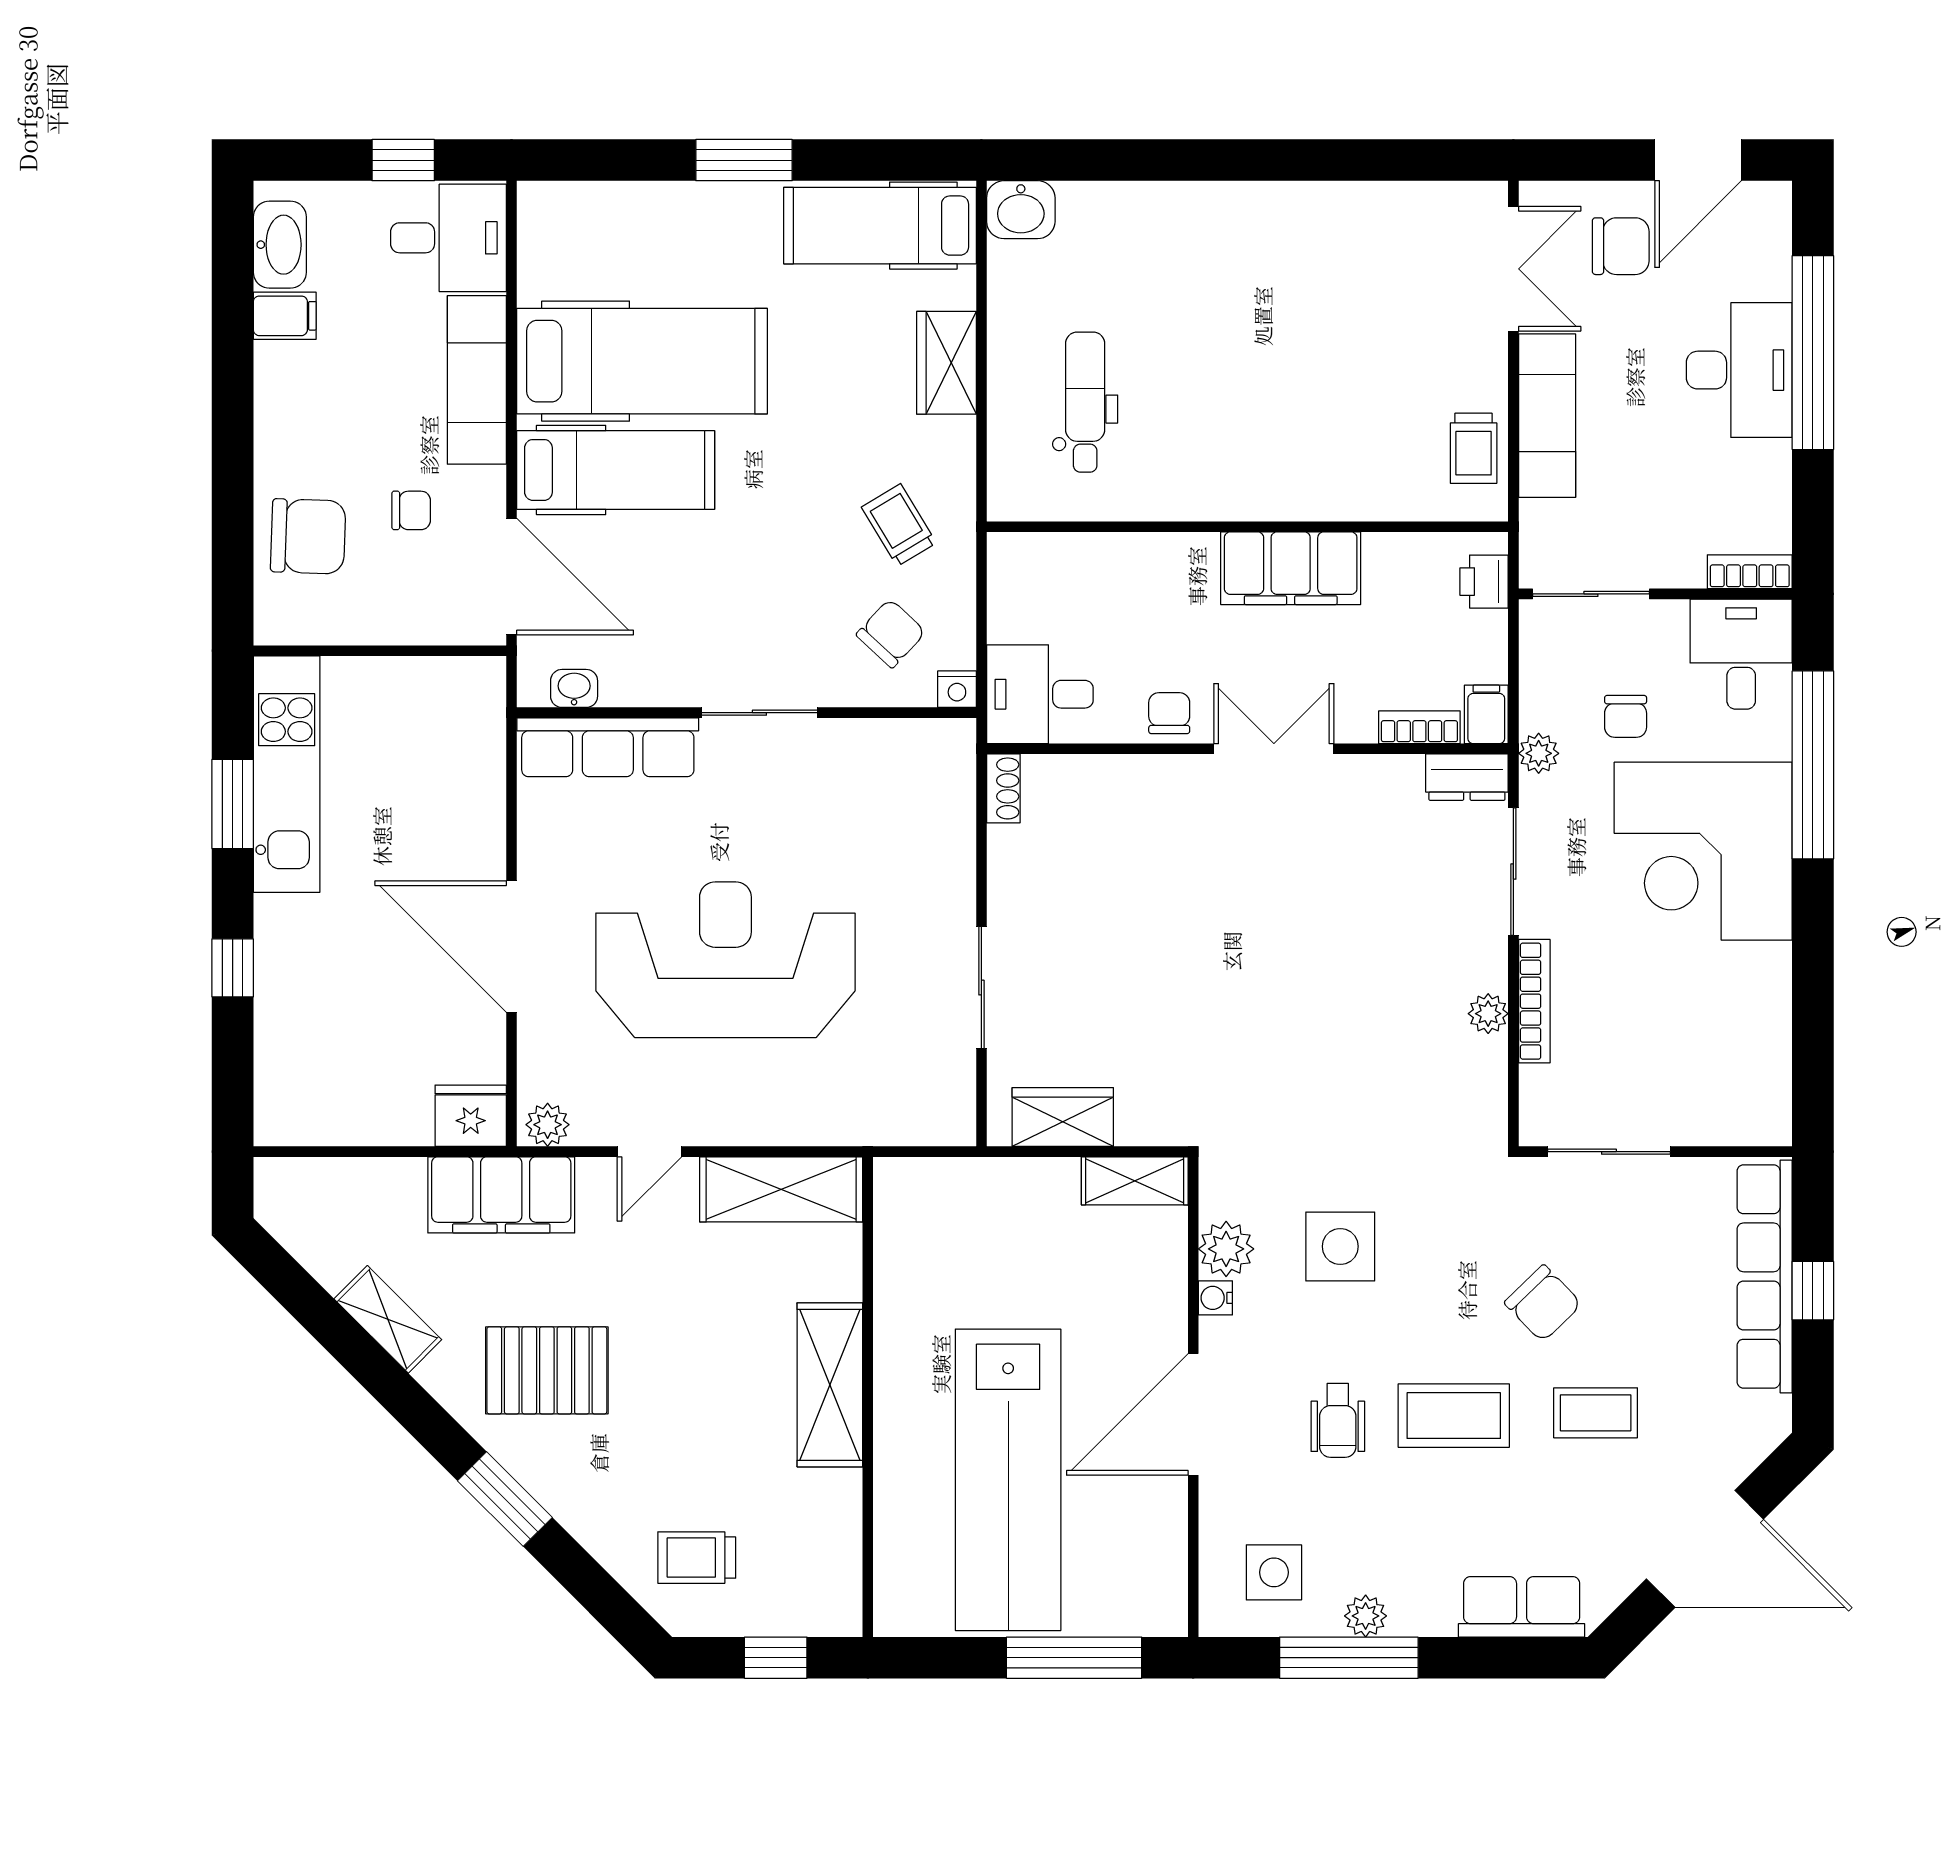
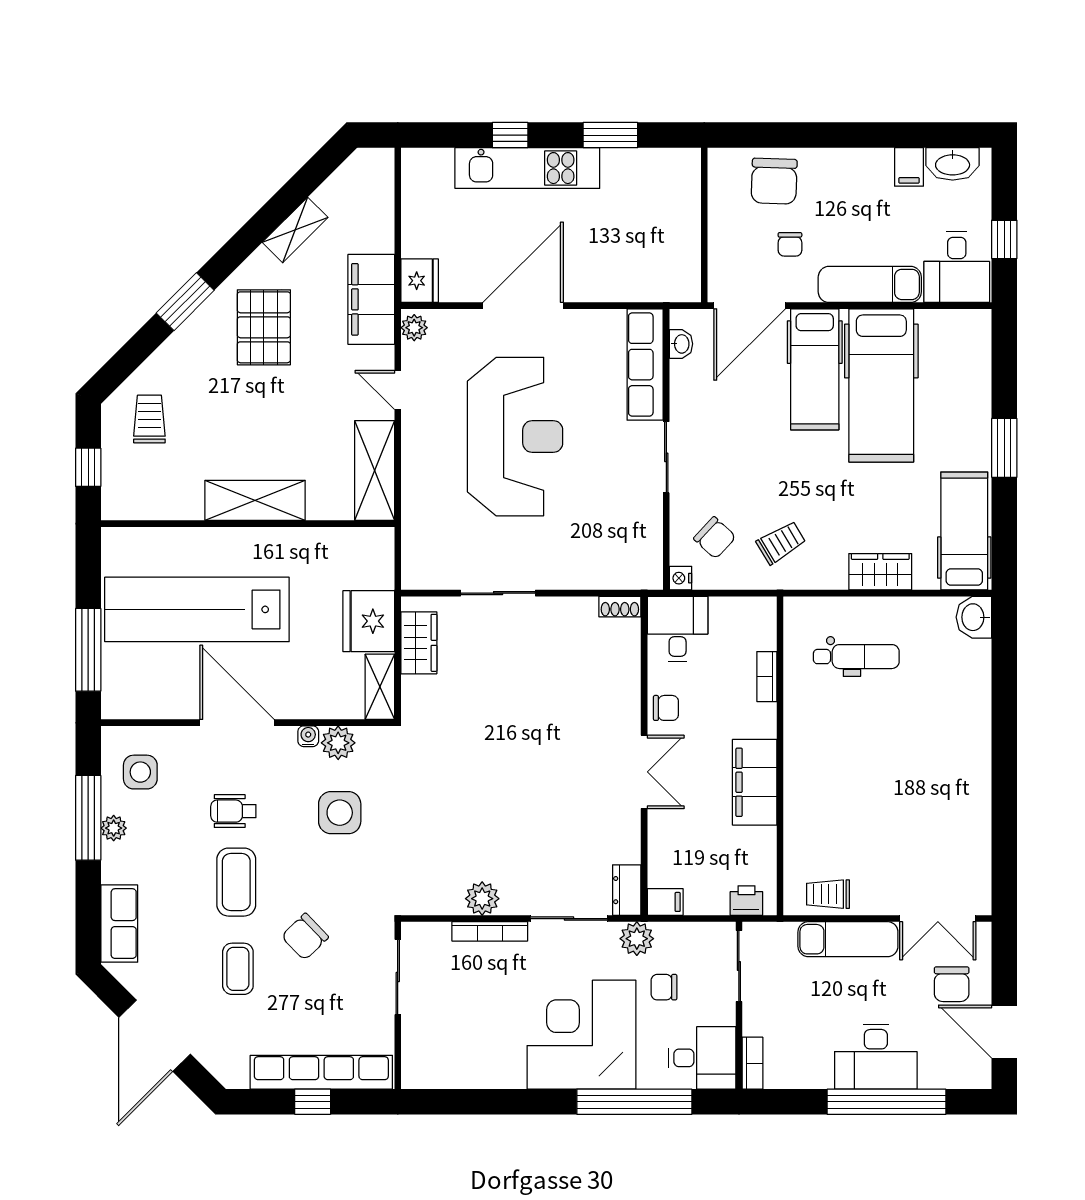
bookcase: (1419, 727) -> (767, 677), moved, turned 180
plant: (1539, 753) -> (637, 939), width x1.38, depth x1.38
kitchen unit: (287, 774) -> (527, 168), moved
plant: (1488, 1014) -> (482, 899), width x1.38, depth x1.38
fridge: (1027, 1199) -> (369, 621), added

